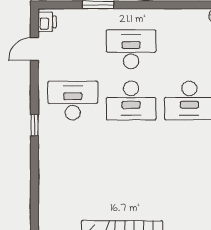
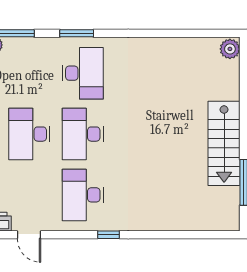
desk: (131, 101) -> (83, 134), turned 180

